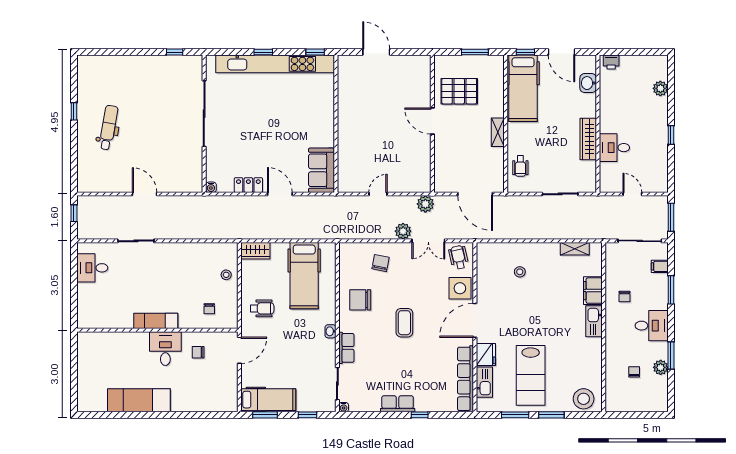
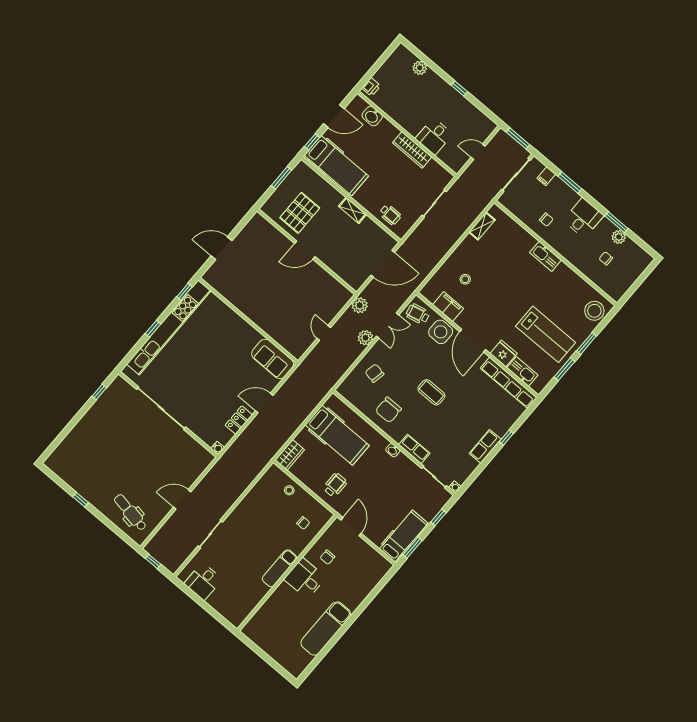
dental chair: (108, 128) -> (130, 512), moved
filing cabinet: (593, 291) -> (448, 307), moved, turned 180

